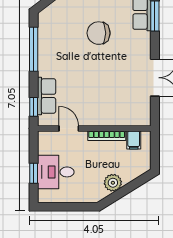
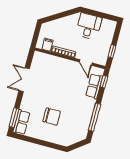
desk: (56, 172) -> (89, 26), moved, turned -90
window: (34, 173) -> (112, 51), moved
plant: (113, 183) -> (67, 22), removed

